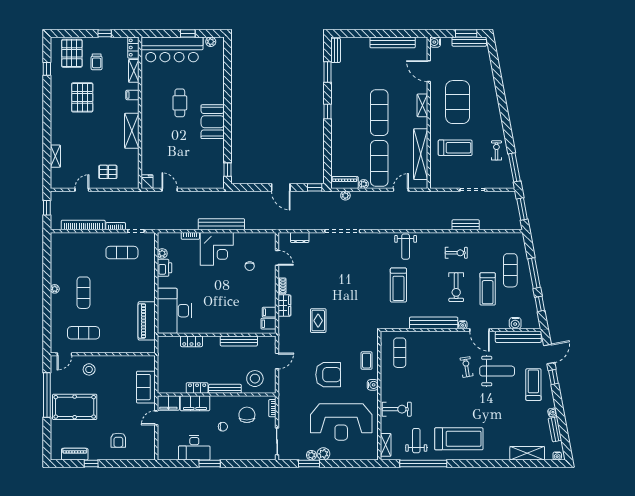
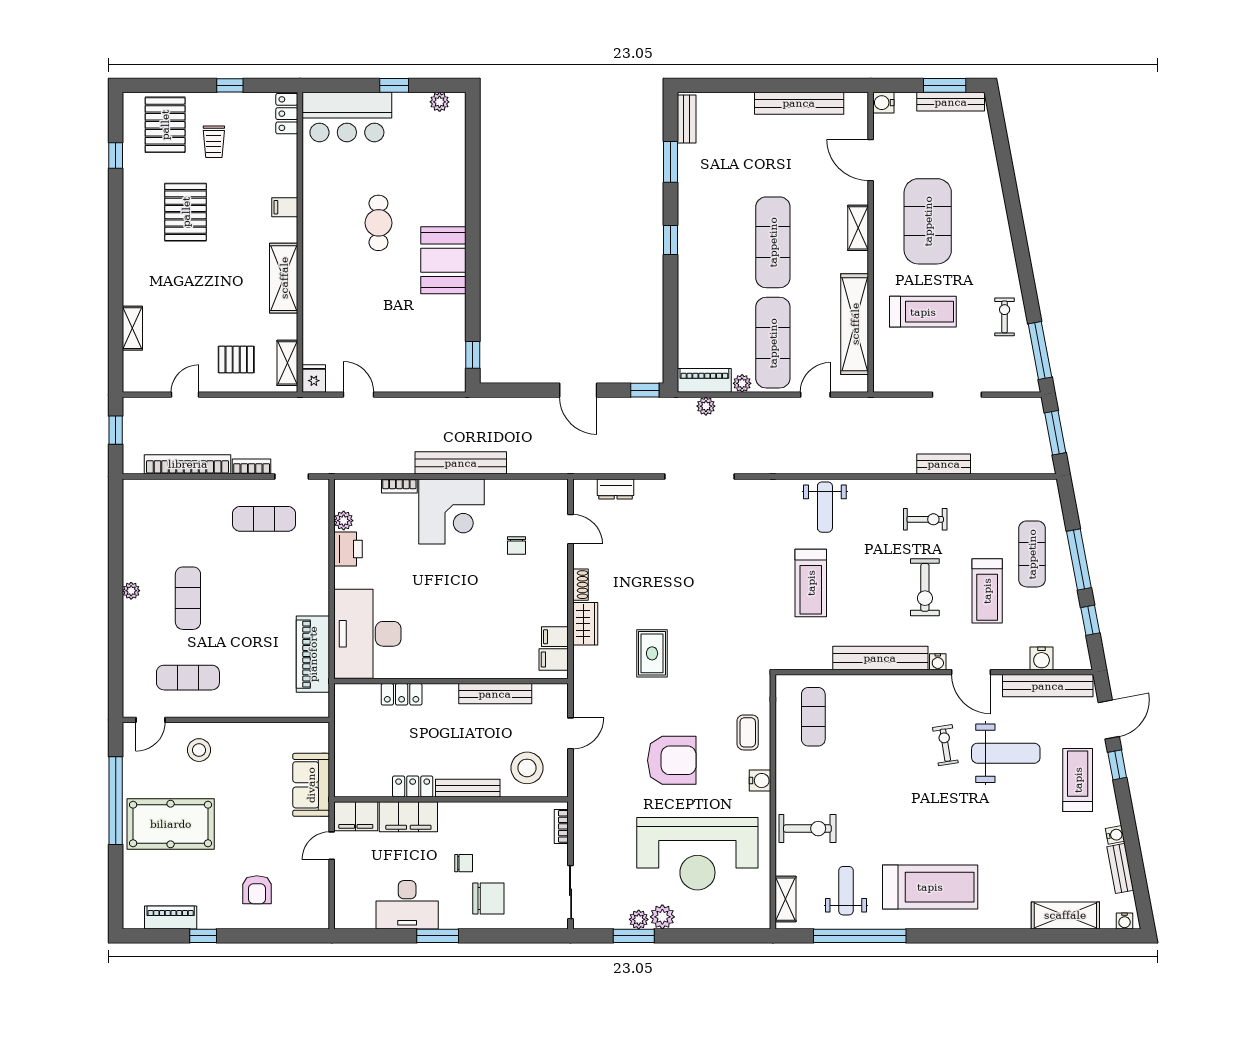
bar counter: (172, 49) -> (347, 117), width x0.73
shelving: (134, 71) -> (287, 363), moved
chair: (247, 415) -> (488, 898), moved, turned 90

